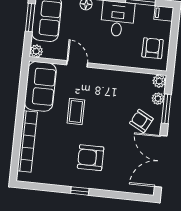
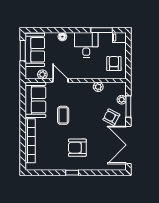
plant: (36, 51) -> (42, 75), moved
plant: (159, 81) -> (98, 87), moved

